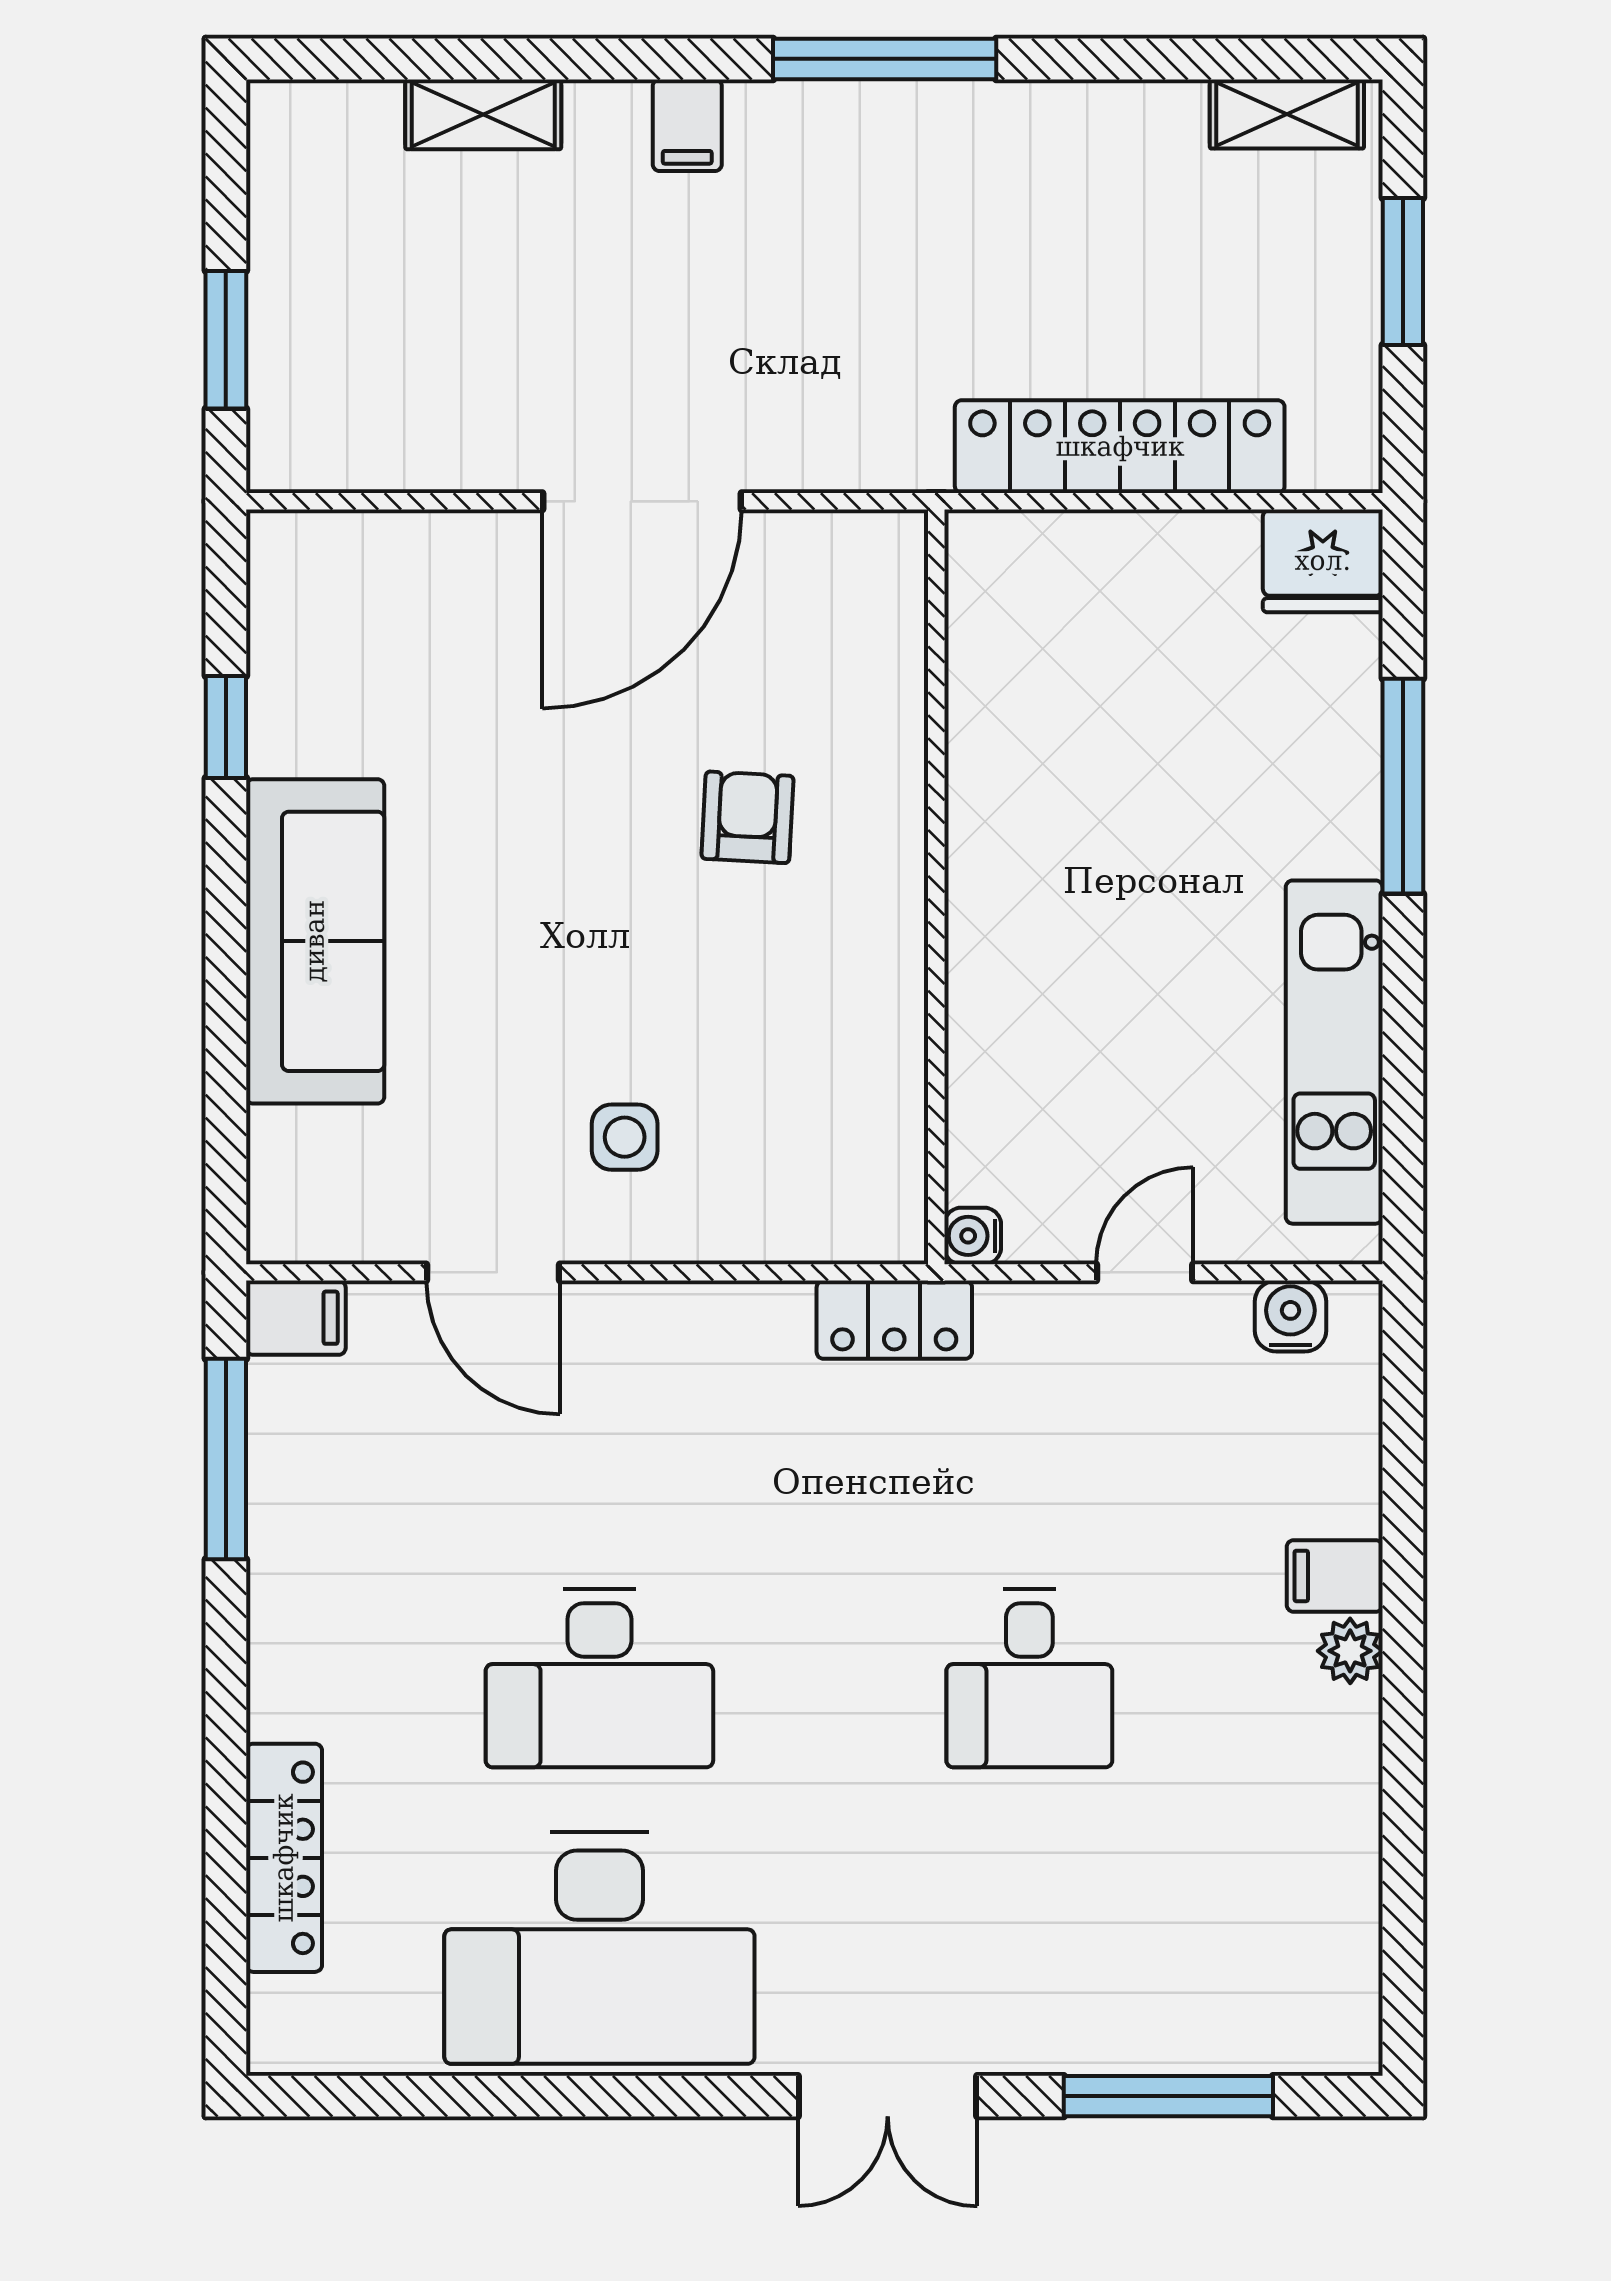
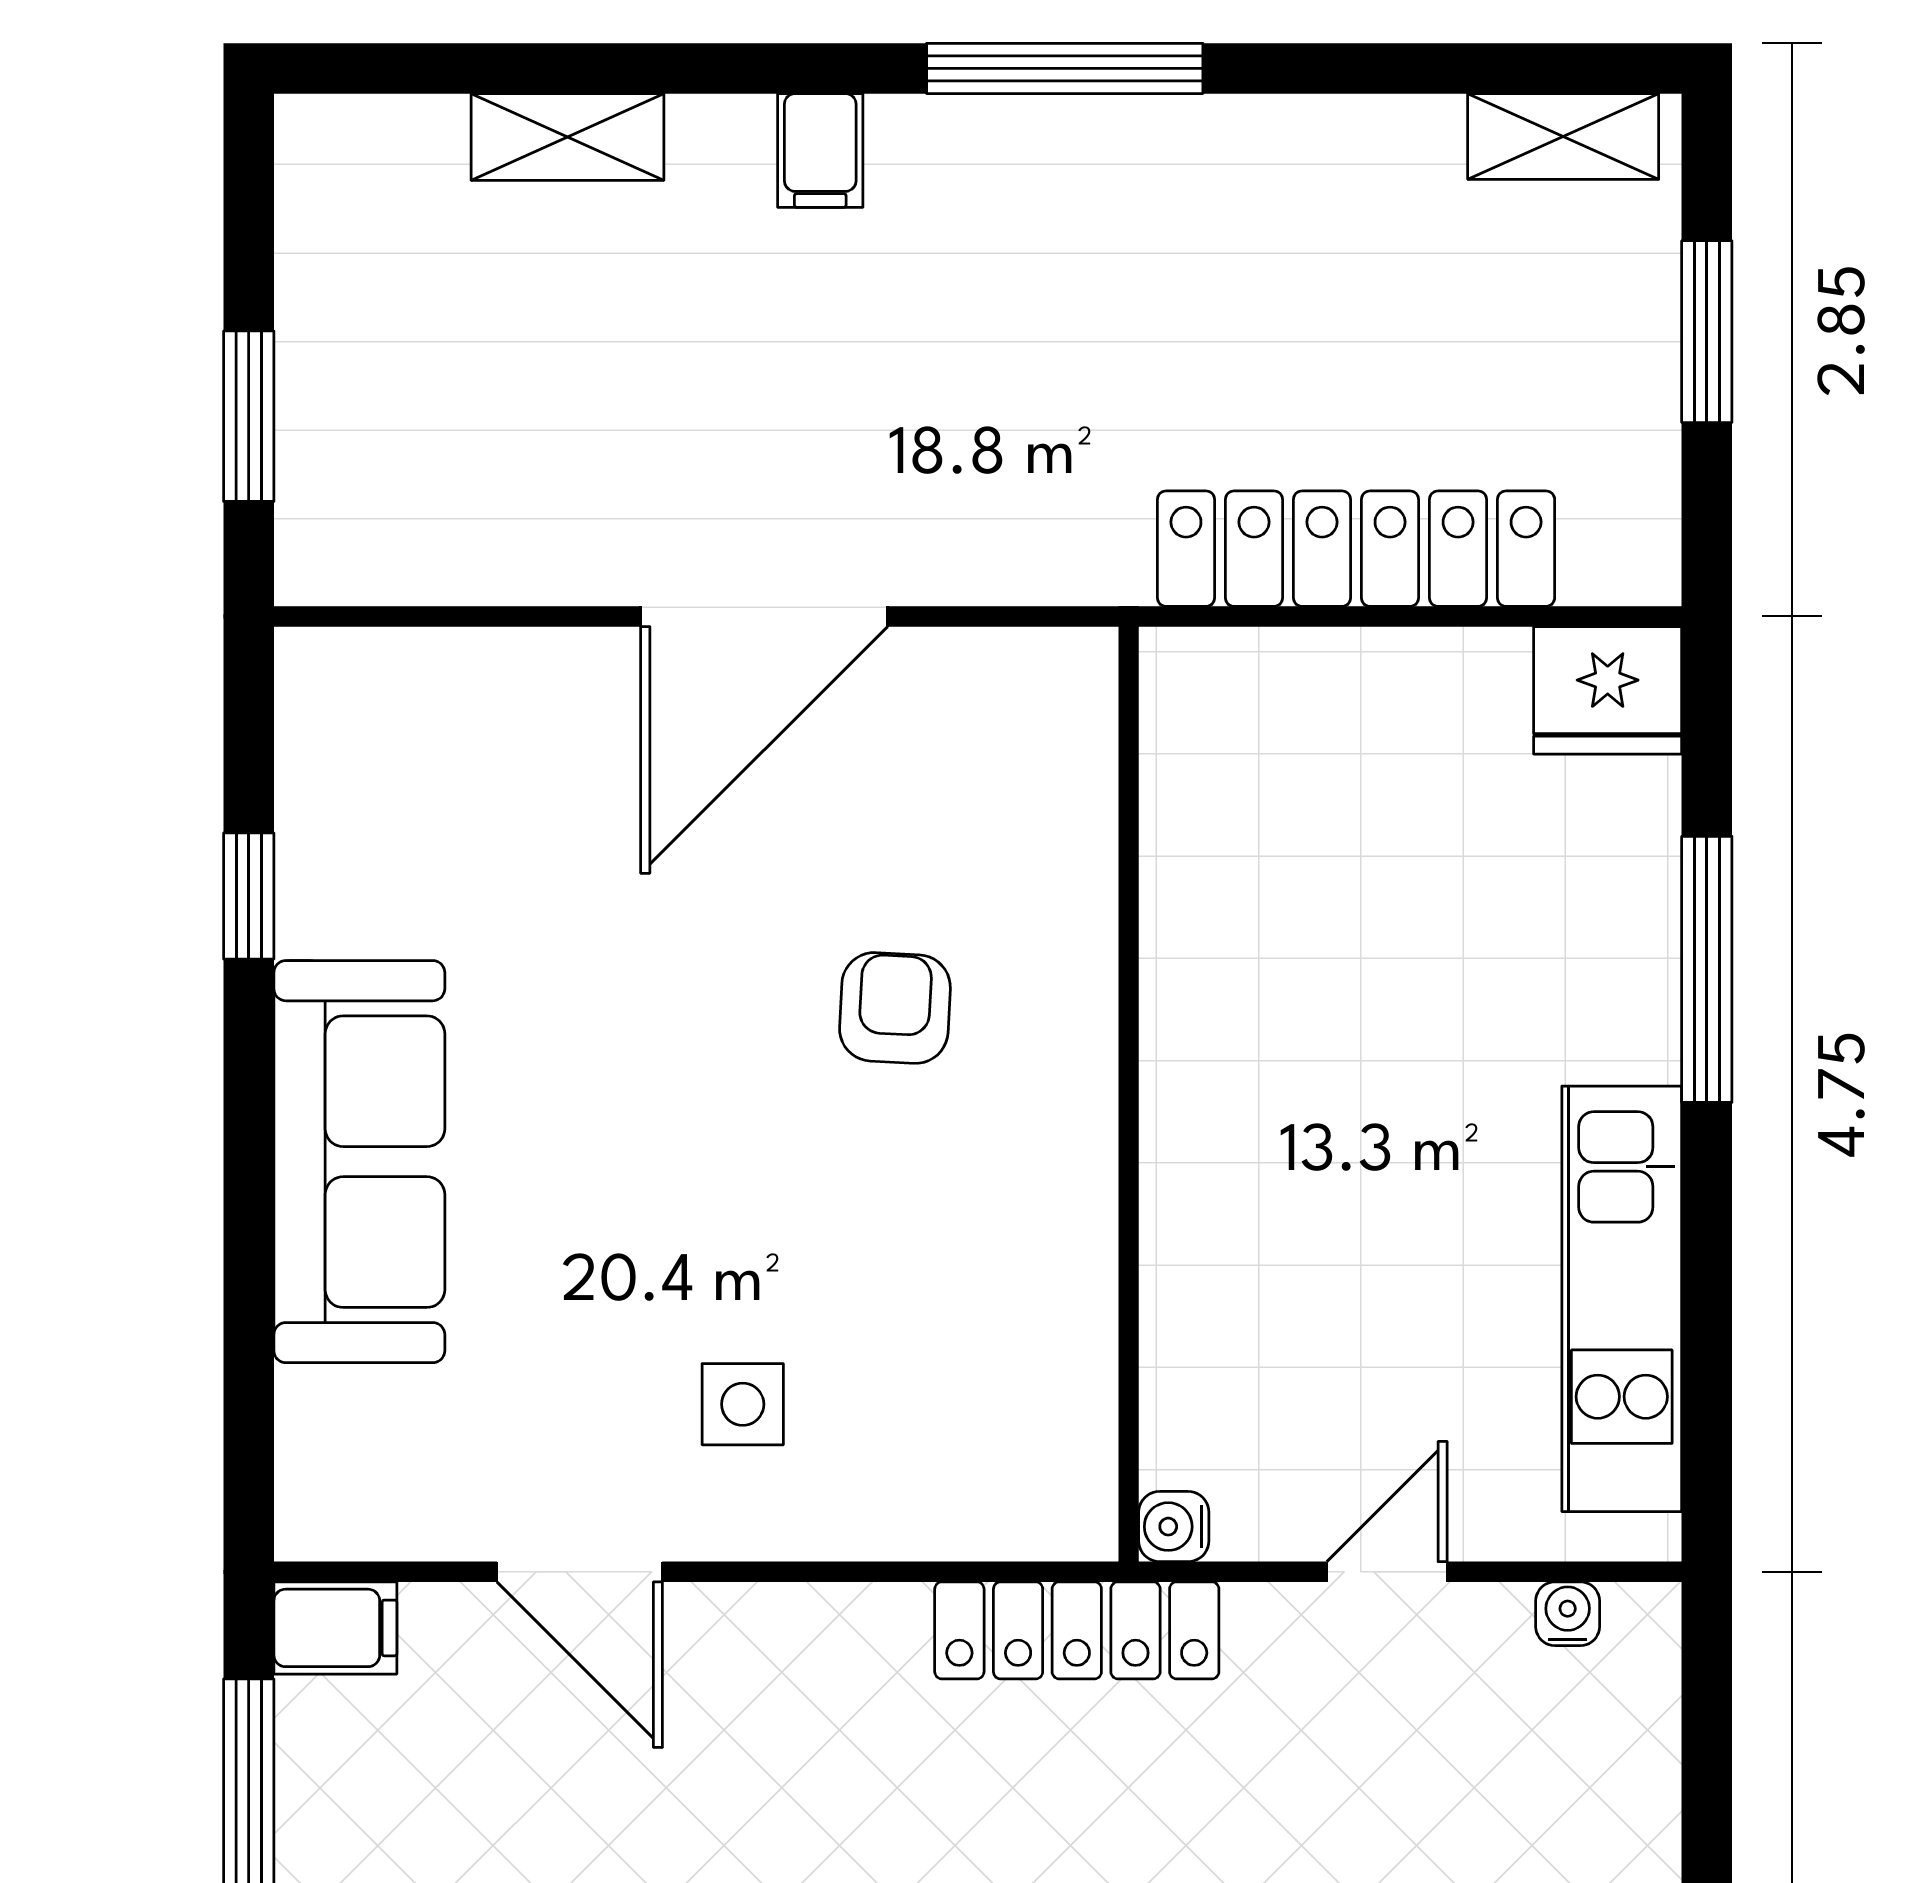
water cooler: (1290, 1316) -> (1568, 1614), width x0.72, depth x0.72
locker: (894, 1320) -> (1077, 1630), width x1.53

